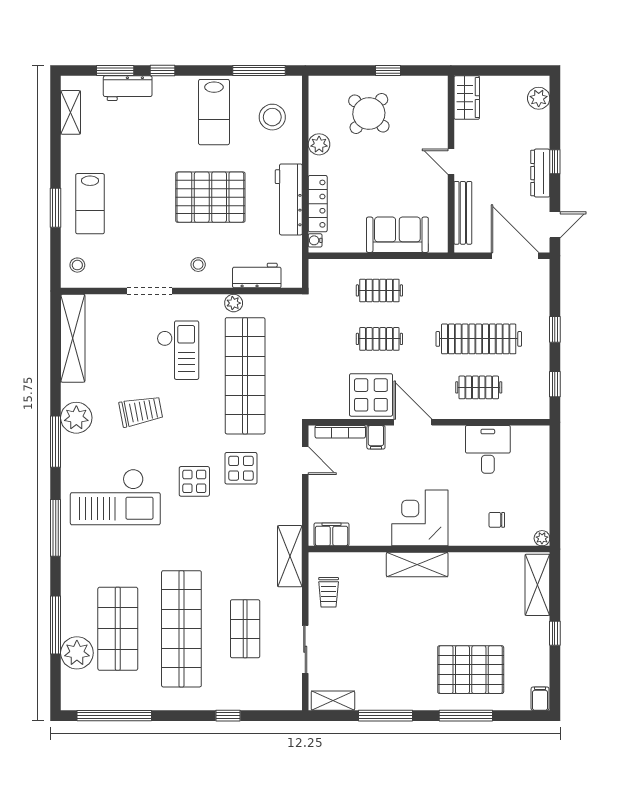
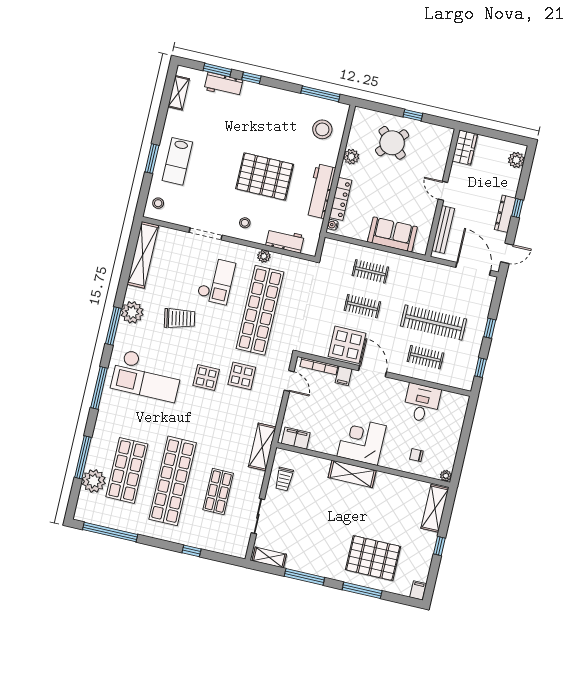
lab bench: (214, 112) -> (281, 116), removed

